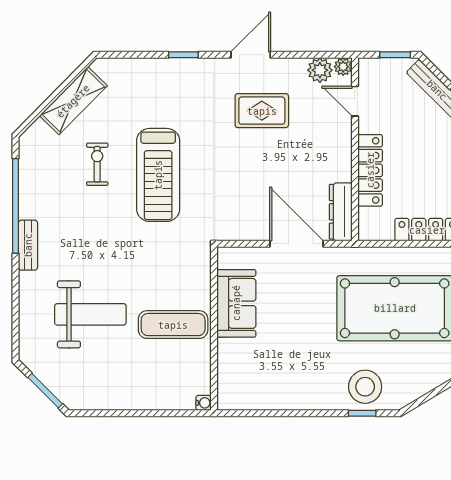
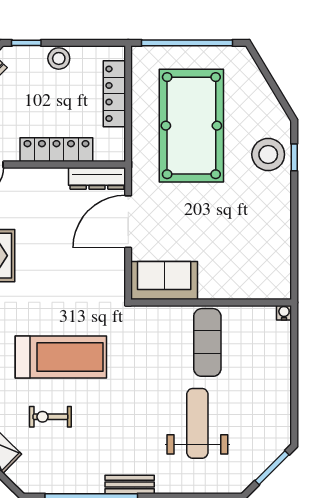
sofa: (236, 303) -> (164, 280), moved

